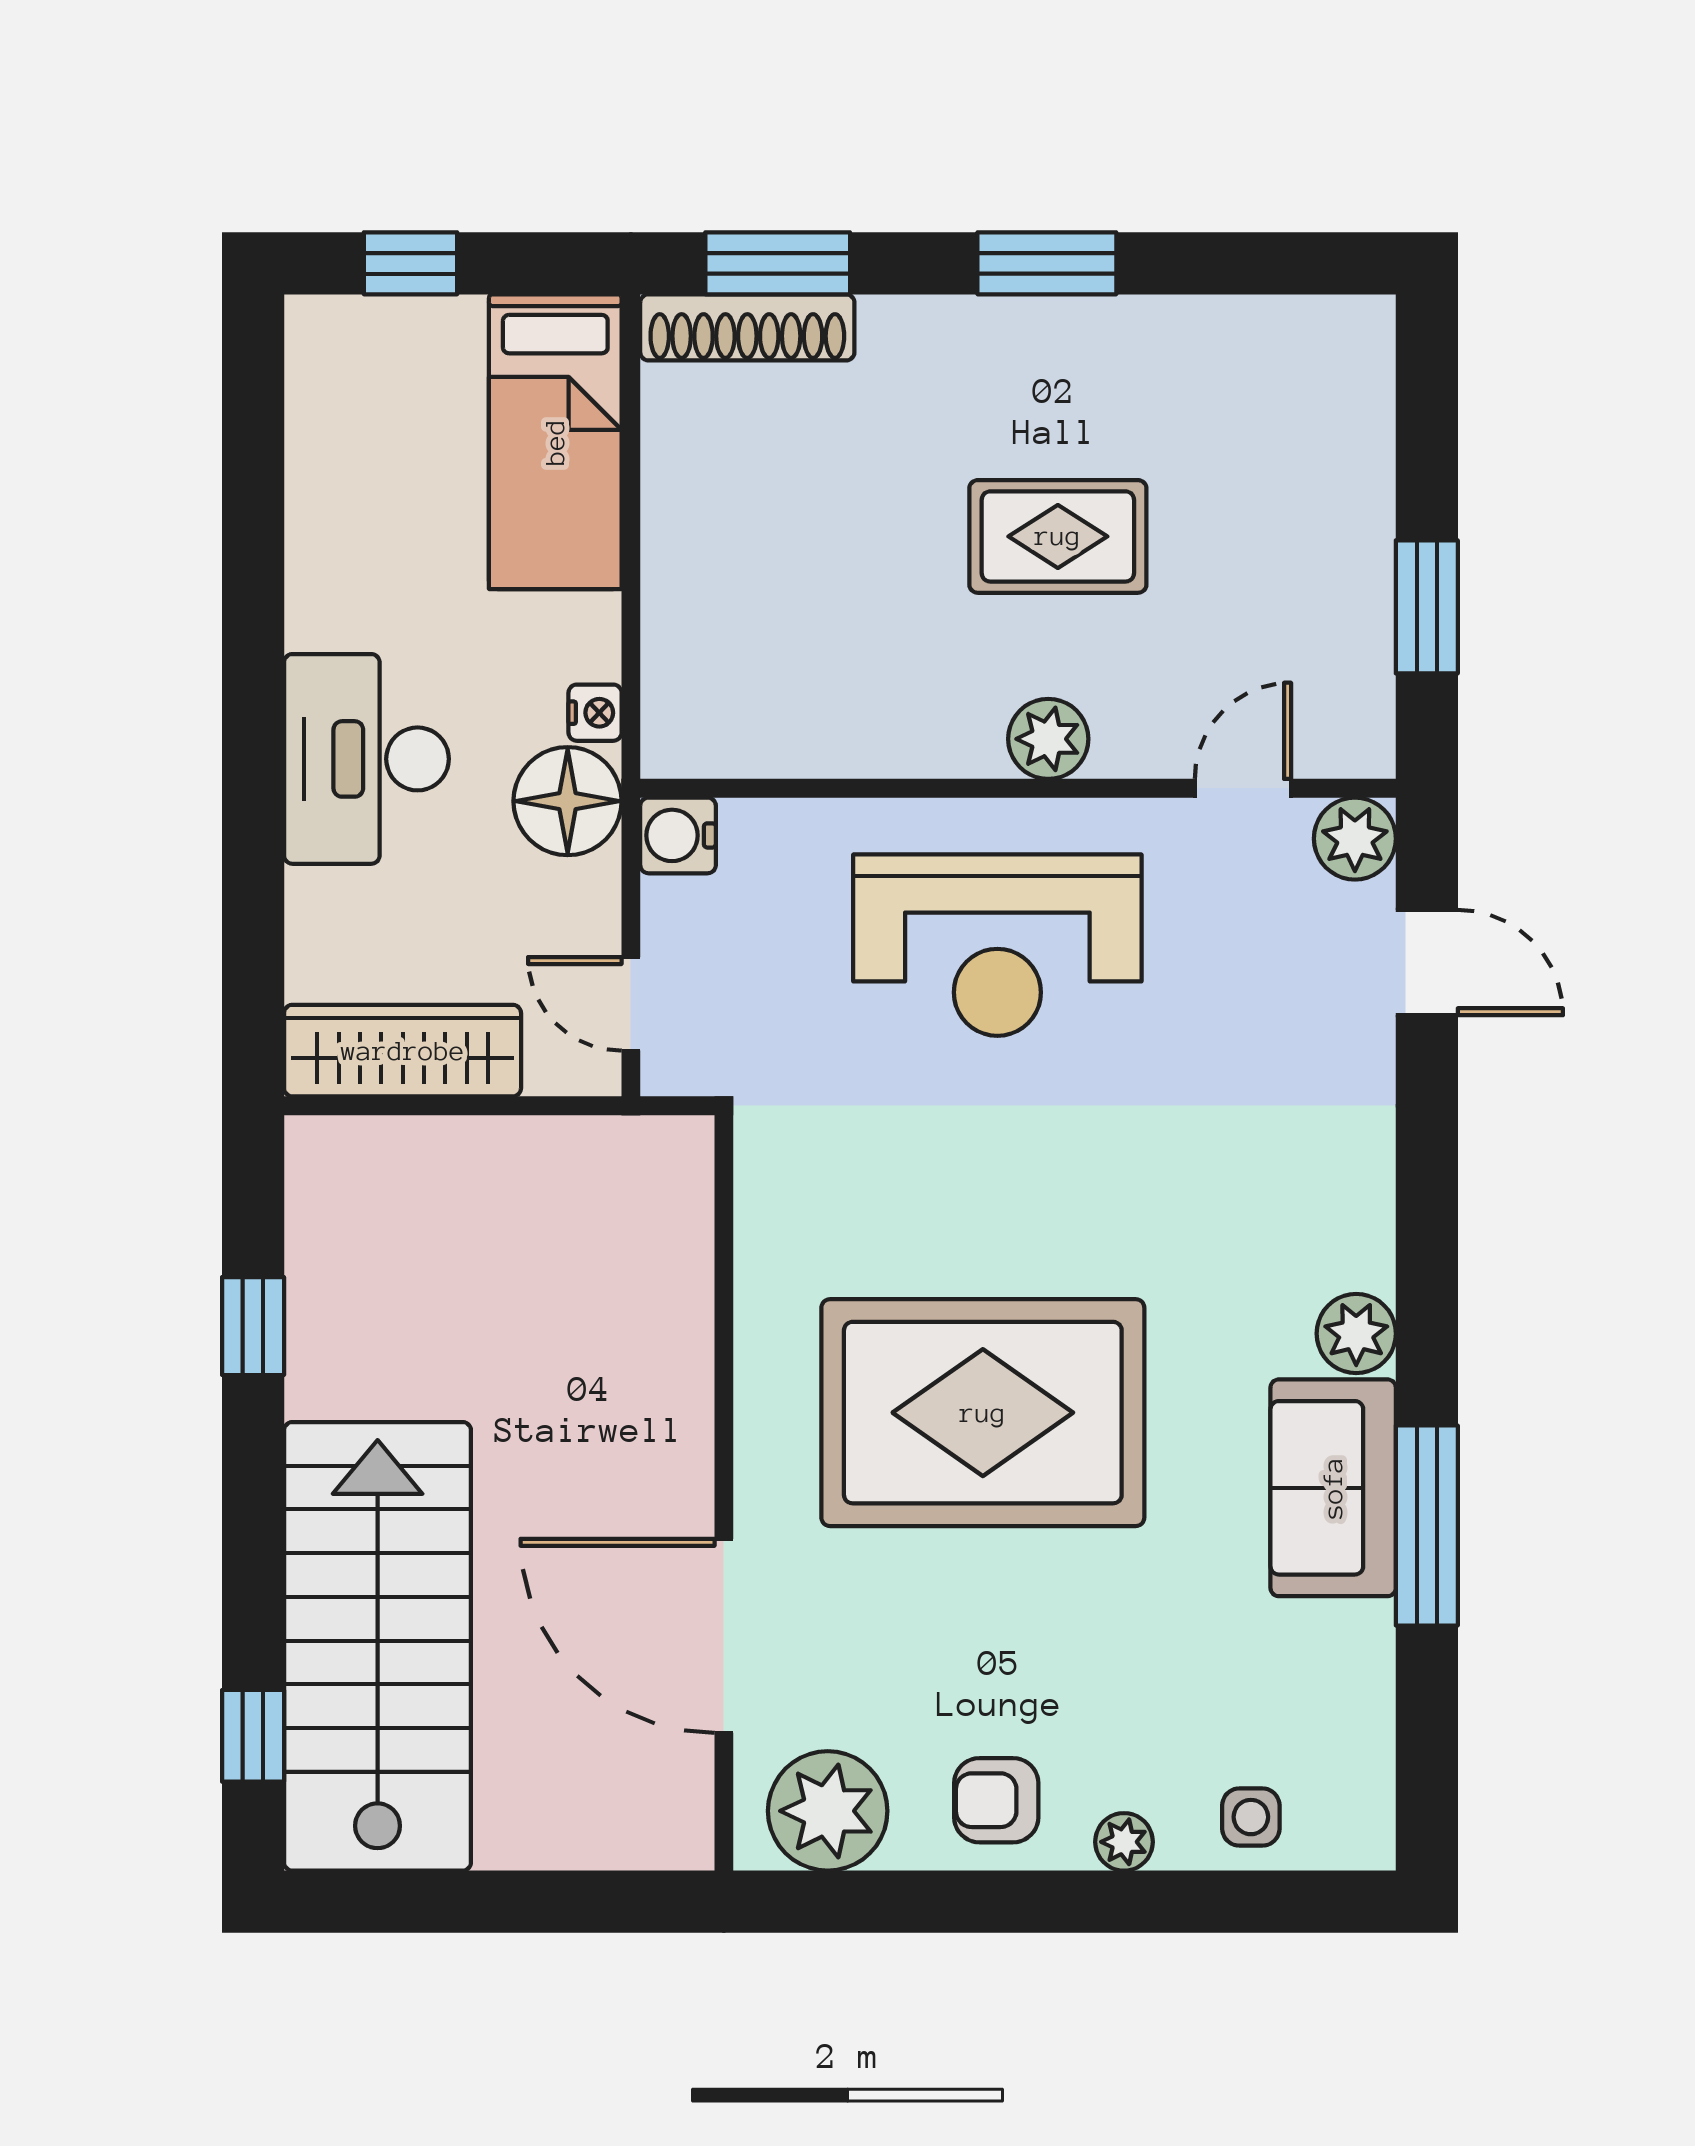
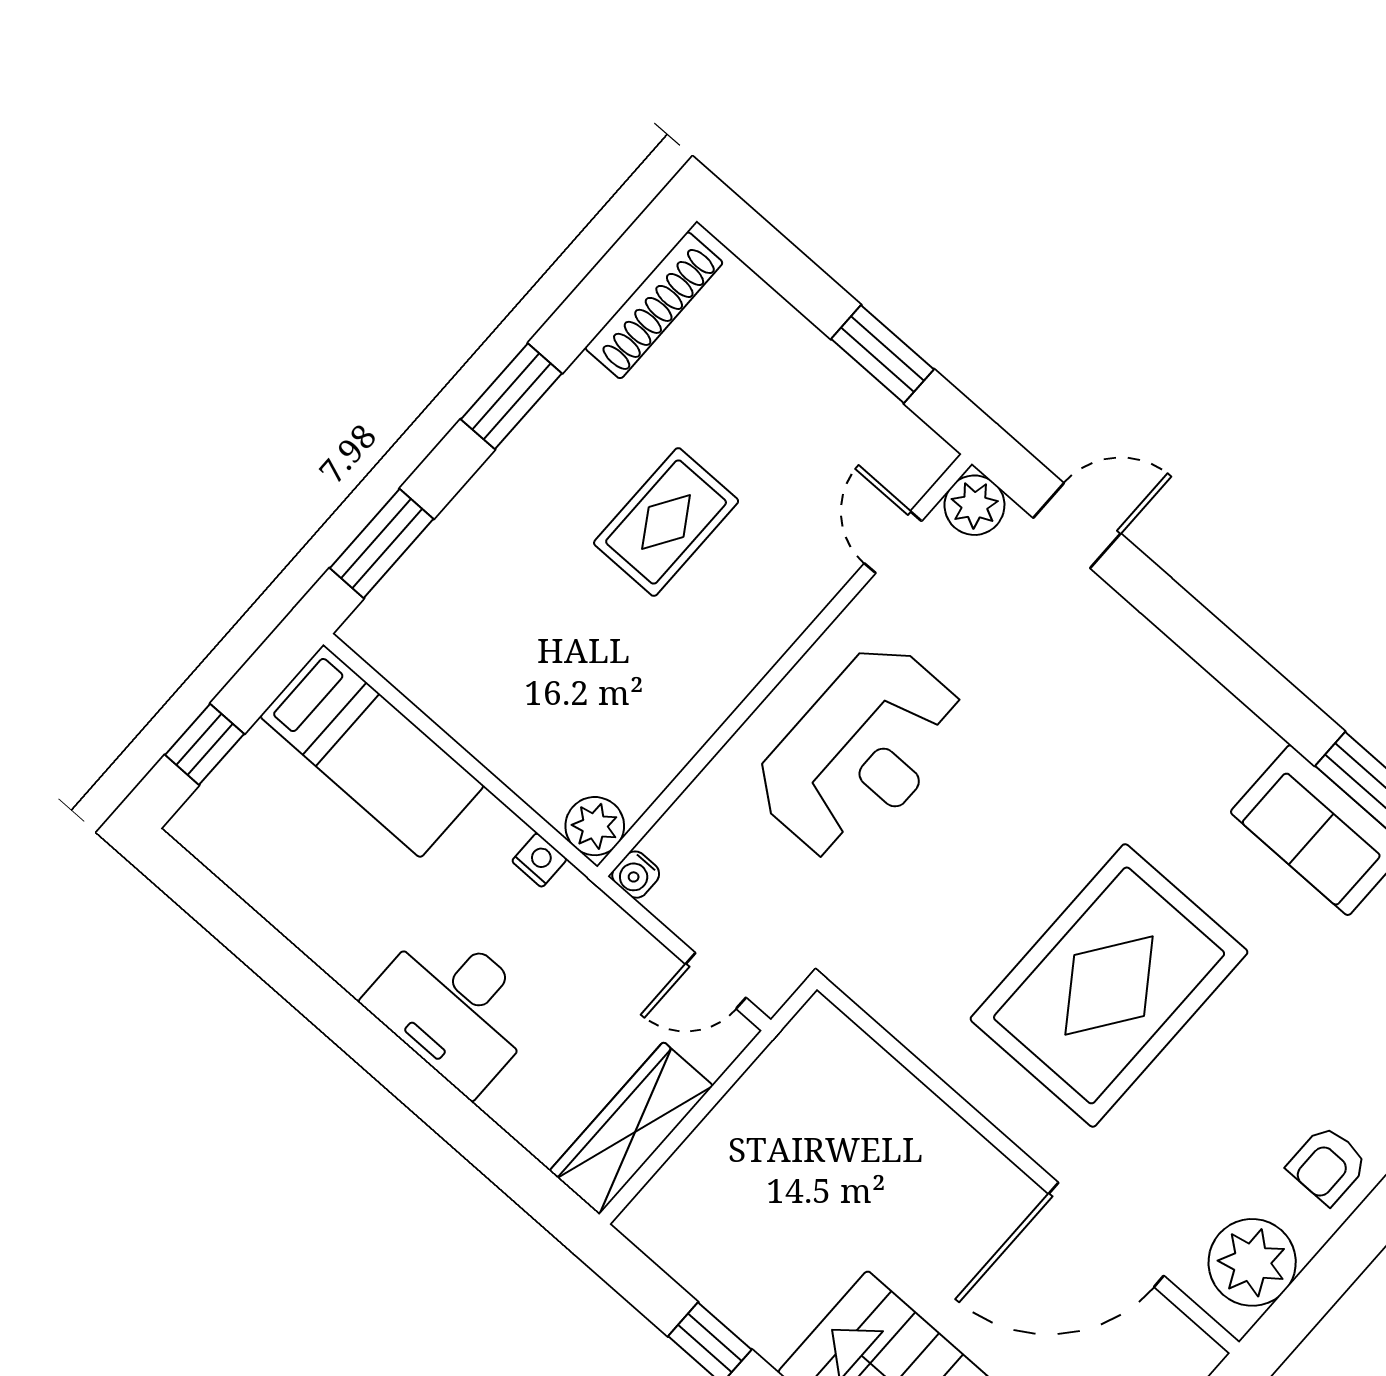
shoe rack: (747, 327) -> (654, 305), moved
plant: (1048, 739) -> (595, 826), moved
floor lamp: (568, 801) -> (574, 918), removed
water cooler: (678, 835) -> (636, 875), width x0.72, depth x0.72
plant: (1356, 1334) -> (1246, 743), removed

